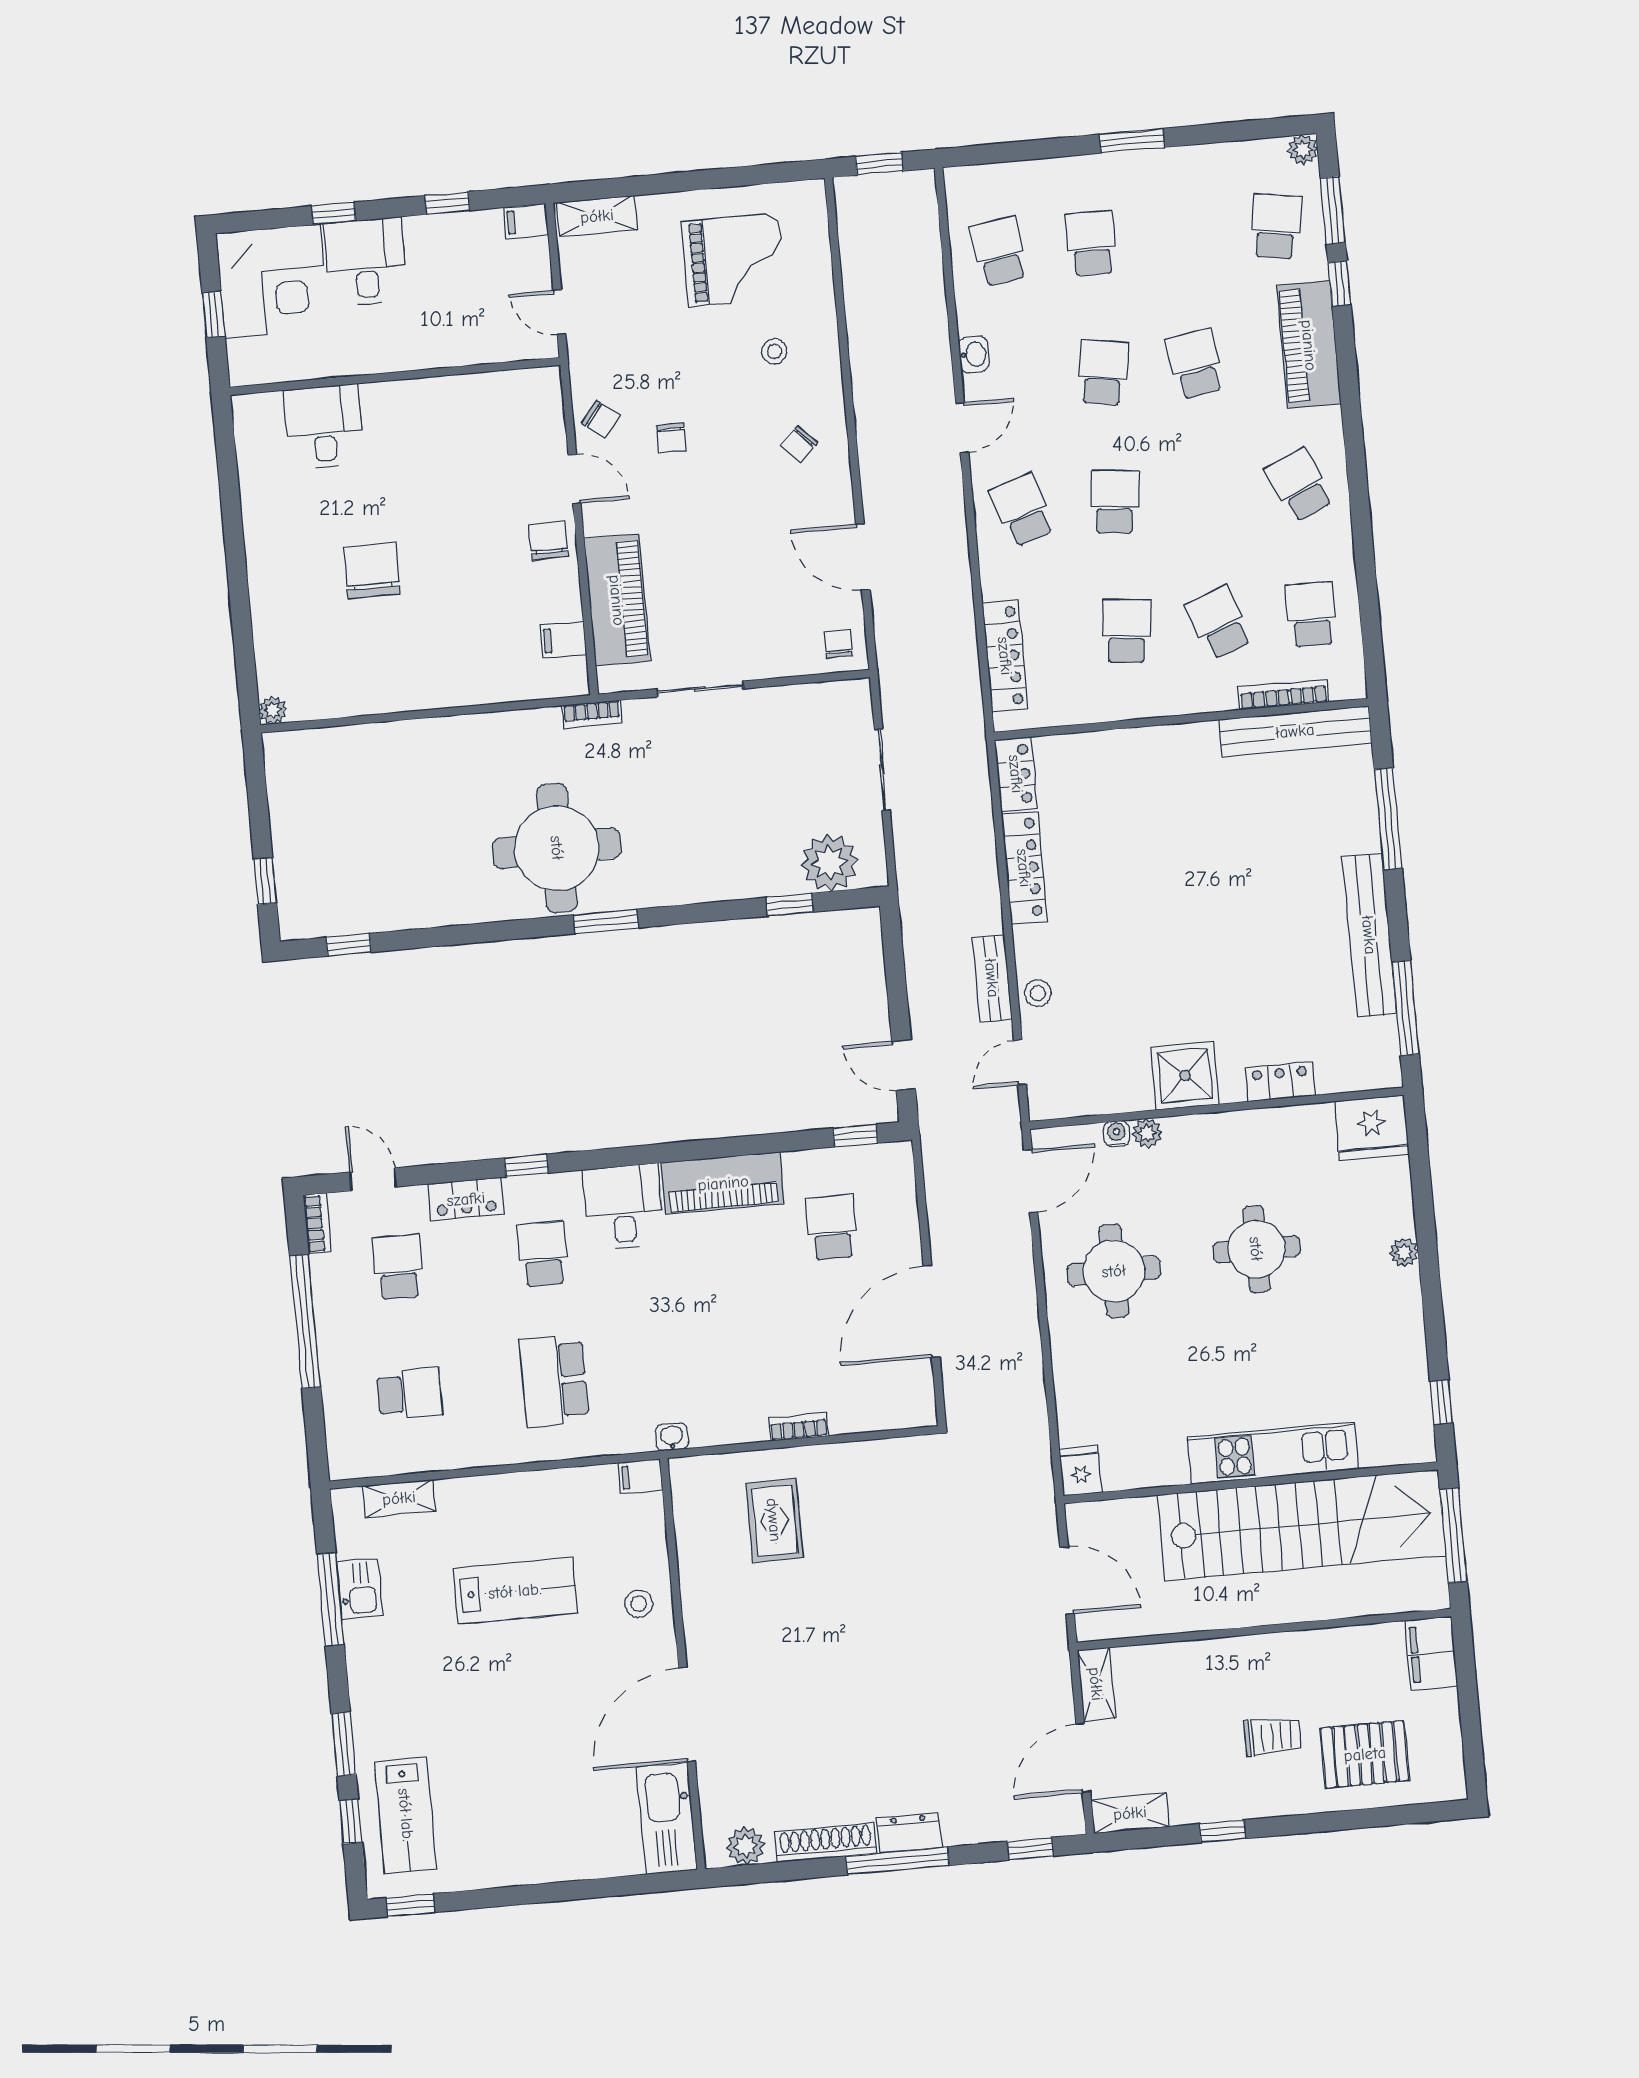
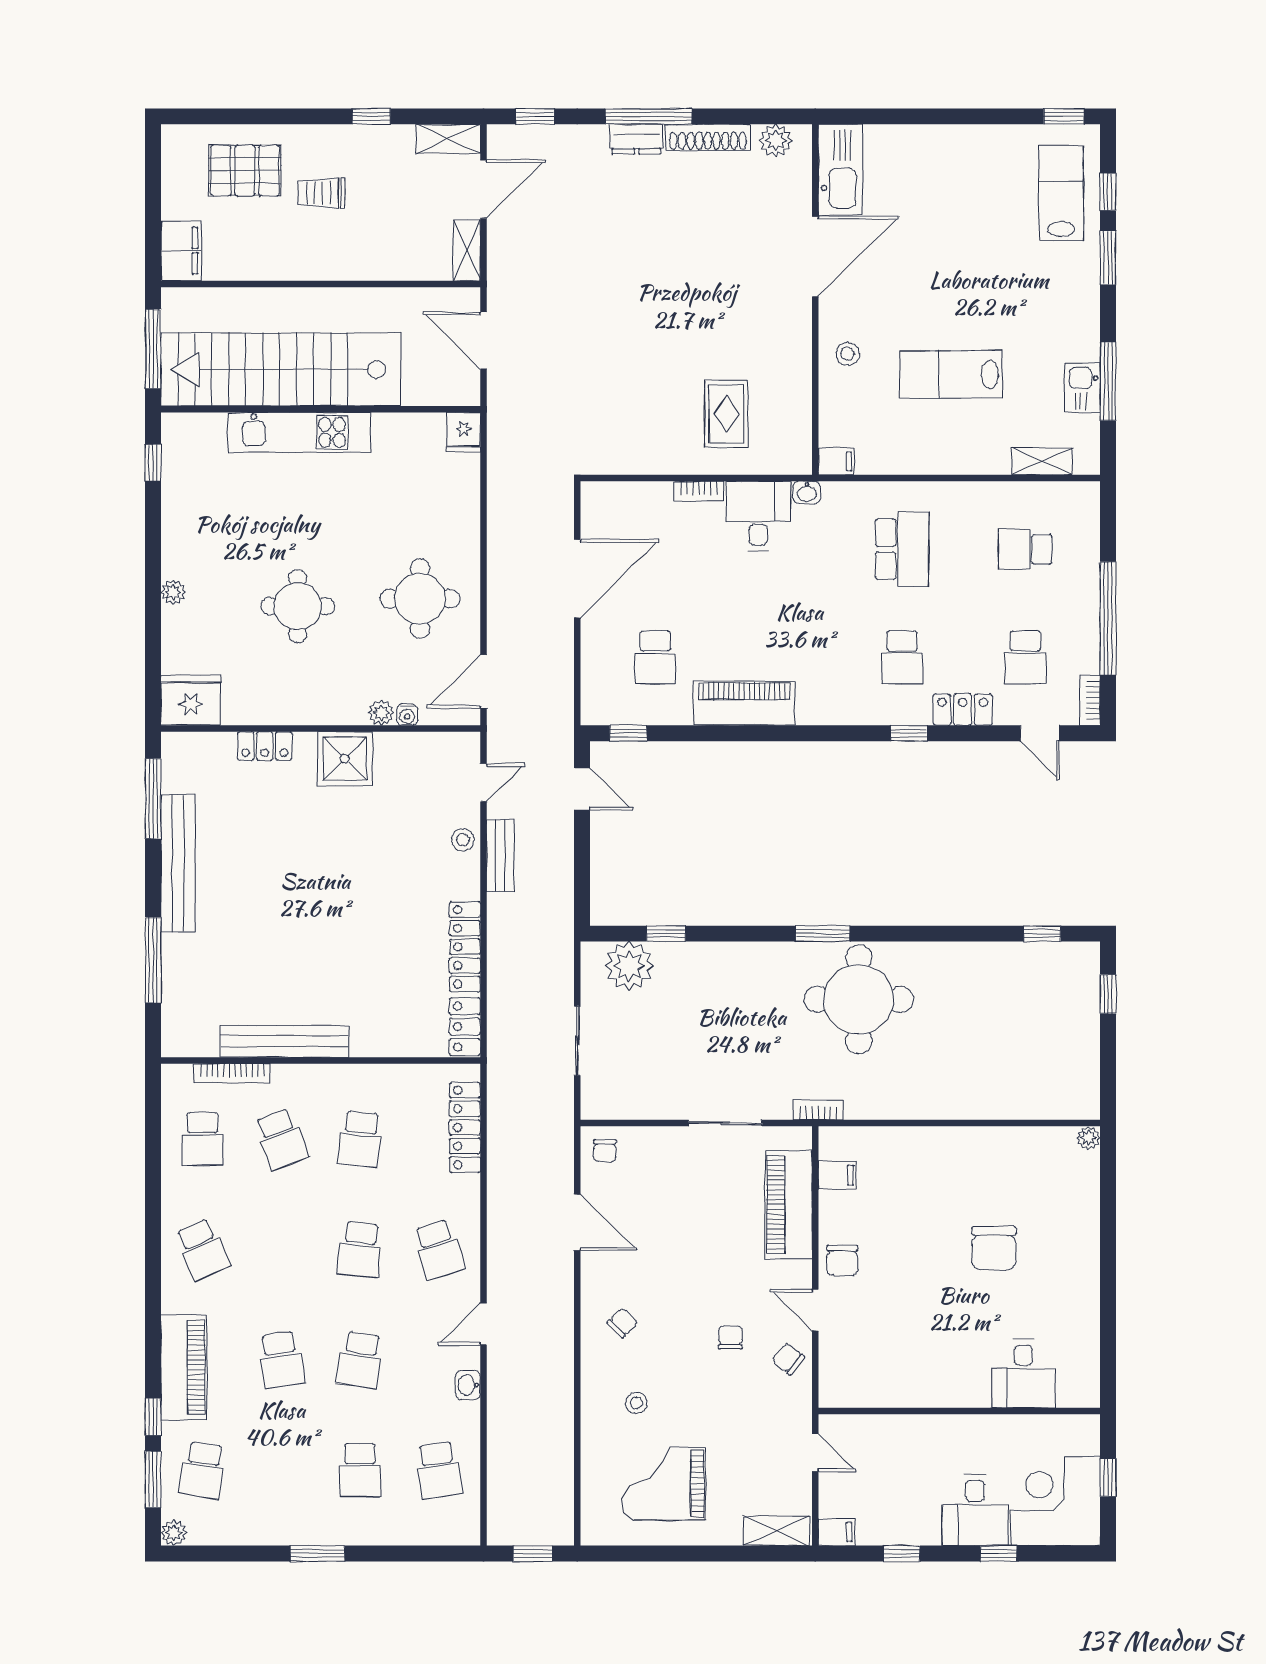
bench: (1295, 731) -> (284, 1041), moved
desk: (623, 1207) -> (758, 516), moved, turned 180

